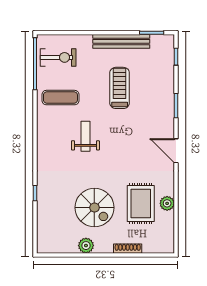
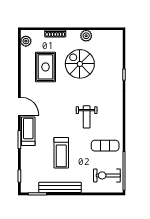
treadmill: (164, 117) -> (28, 131), added
plant: (167, 203) -> (26, 41), moved

